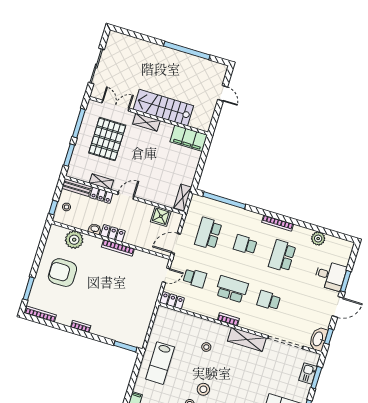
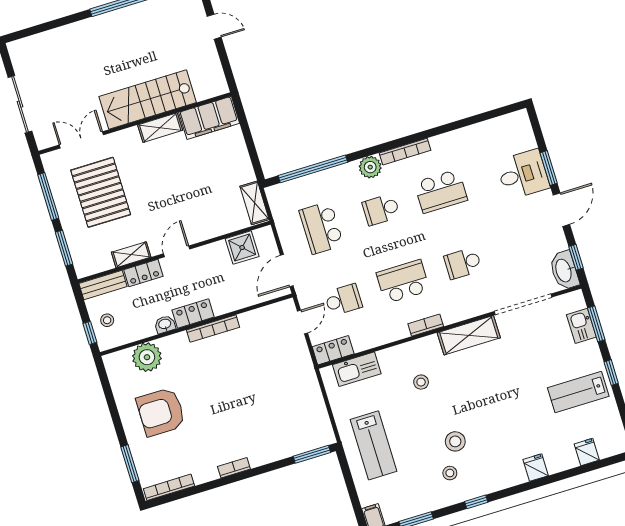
shelving: (146, 122) -> (160, 128), moved
plant: (318, 239) -> (370, 167), moved
school desk: (282, 256) -> (441, 191), turned -90
kitchen sink: (178, 318) -> (357, 369), added

